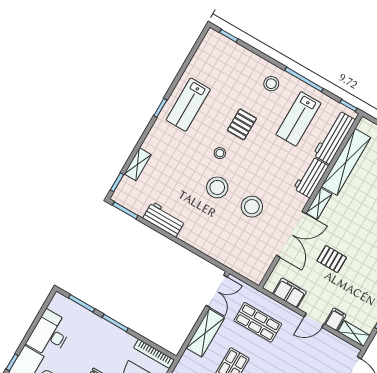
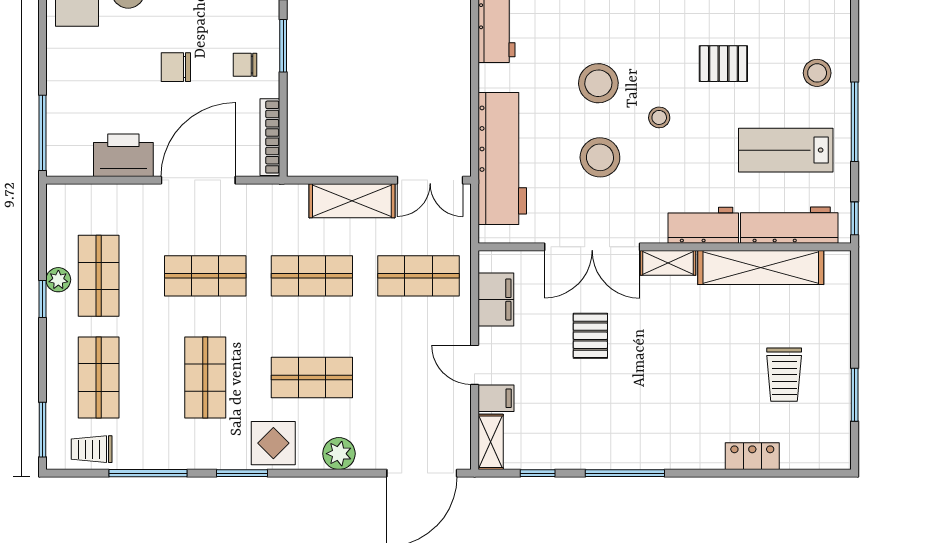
stool: (220, 153) -> (659, 117), moved
workbench: (226, 252) -> (502, 159), added
shop shelf: (258, 322) -> (418, 276), turned 90
chair: (114, 346) -> (245, 65), added

